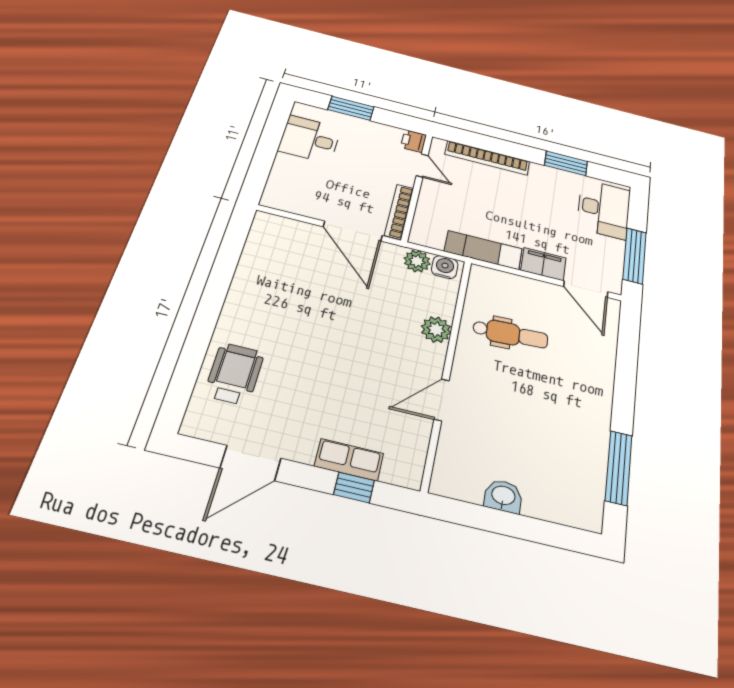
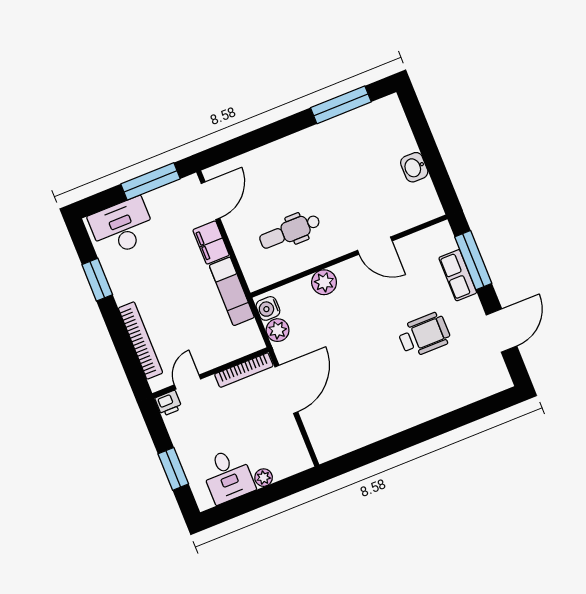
plant: (284, 162) -> (264, 478), added
dental chair: (510, 334) -> (290, 231), turned -87
wheelchair: (234, 374) -> (424, 335), moved, turned 180
door: (251, 463) -> (502, 331), hinge flipped
window: (354, 488) -> (473, 260), width x2.17

